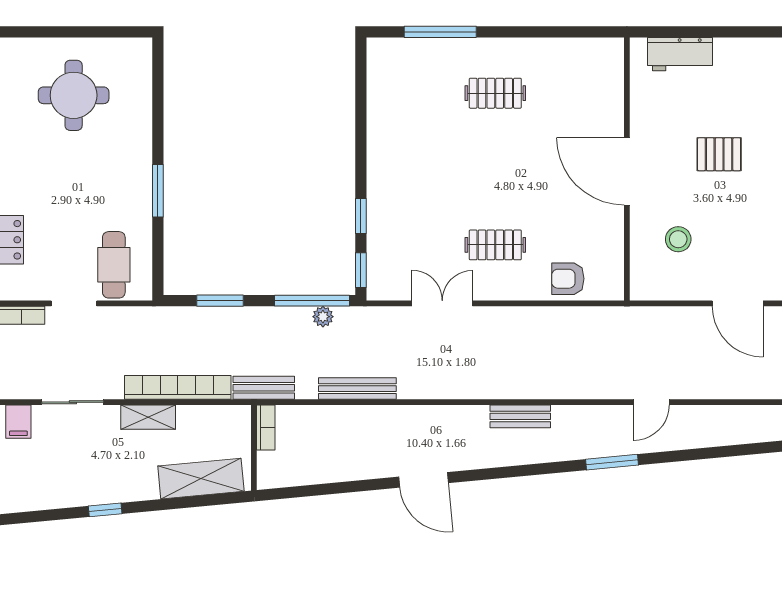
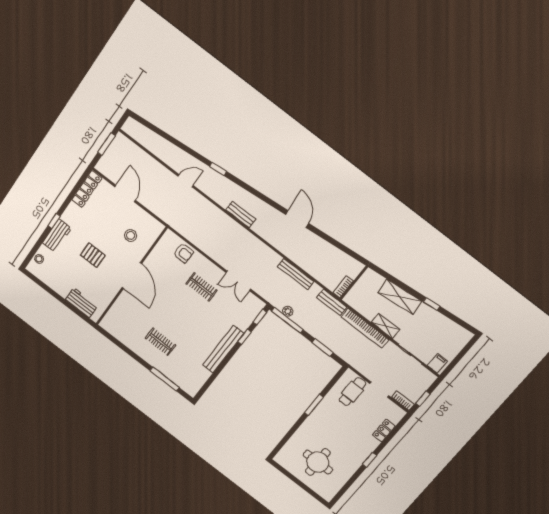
bench: (380, 166) -> (223, 349), added
window: (612, 462) -> (218, 169), width x0.67
shelving: (201, 479) -> (400, 297), moved

